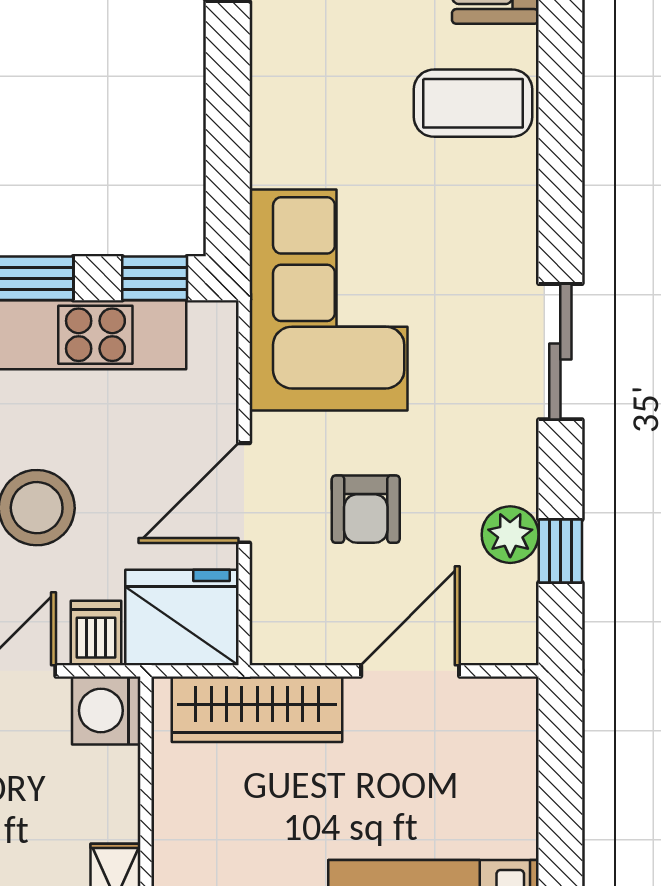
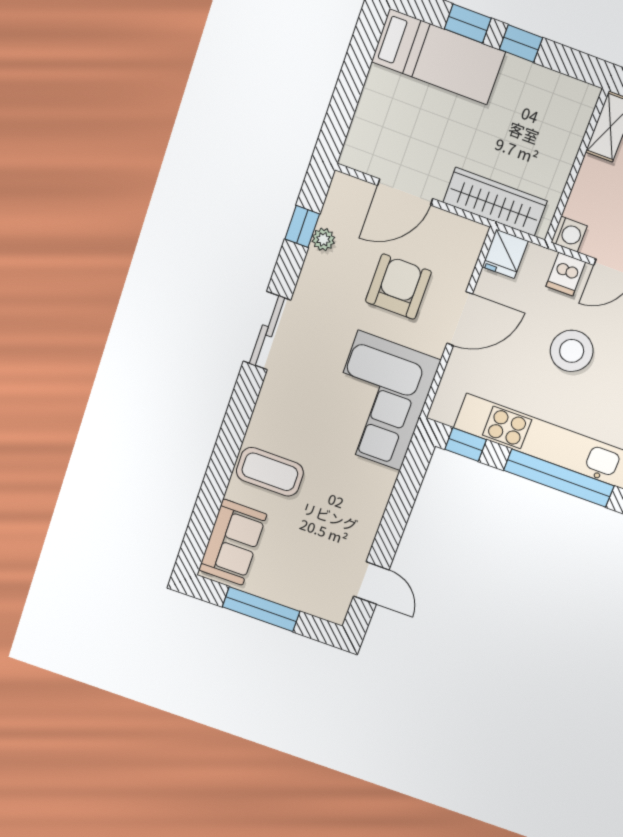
armchair: (366, 509) -> (398, 287), width x1.38, depth x1.38
plant: (510, 535) -> (323, 239), width x0.73, depth x0.73
fridge: (182, 618) -> (505, 254), width x0.53, depth x0.75
washing machine: (106, 710) -> (569, 234), width x0.73, depth x0.73

